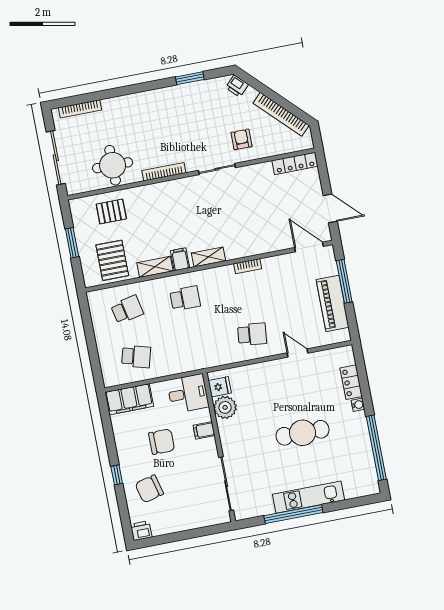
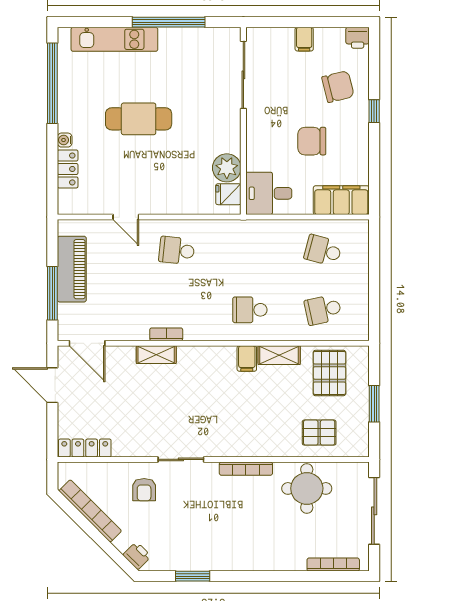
shelving: (209, 257) -> (156, 355), moved
filing cabinet: (204, 430) -> (304, 39), moved, turned 90
kitchen unit: (309, 497) -> (114, 39), moved

